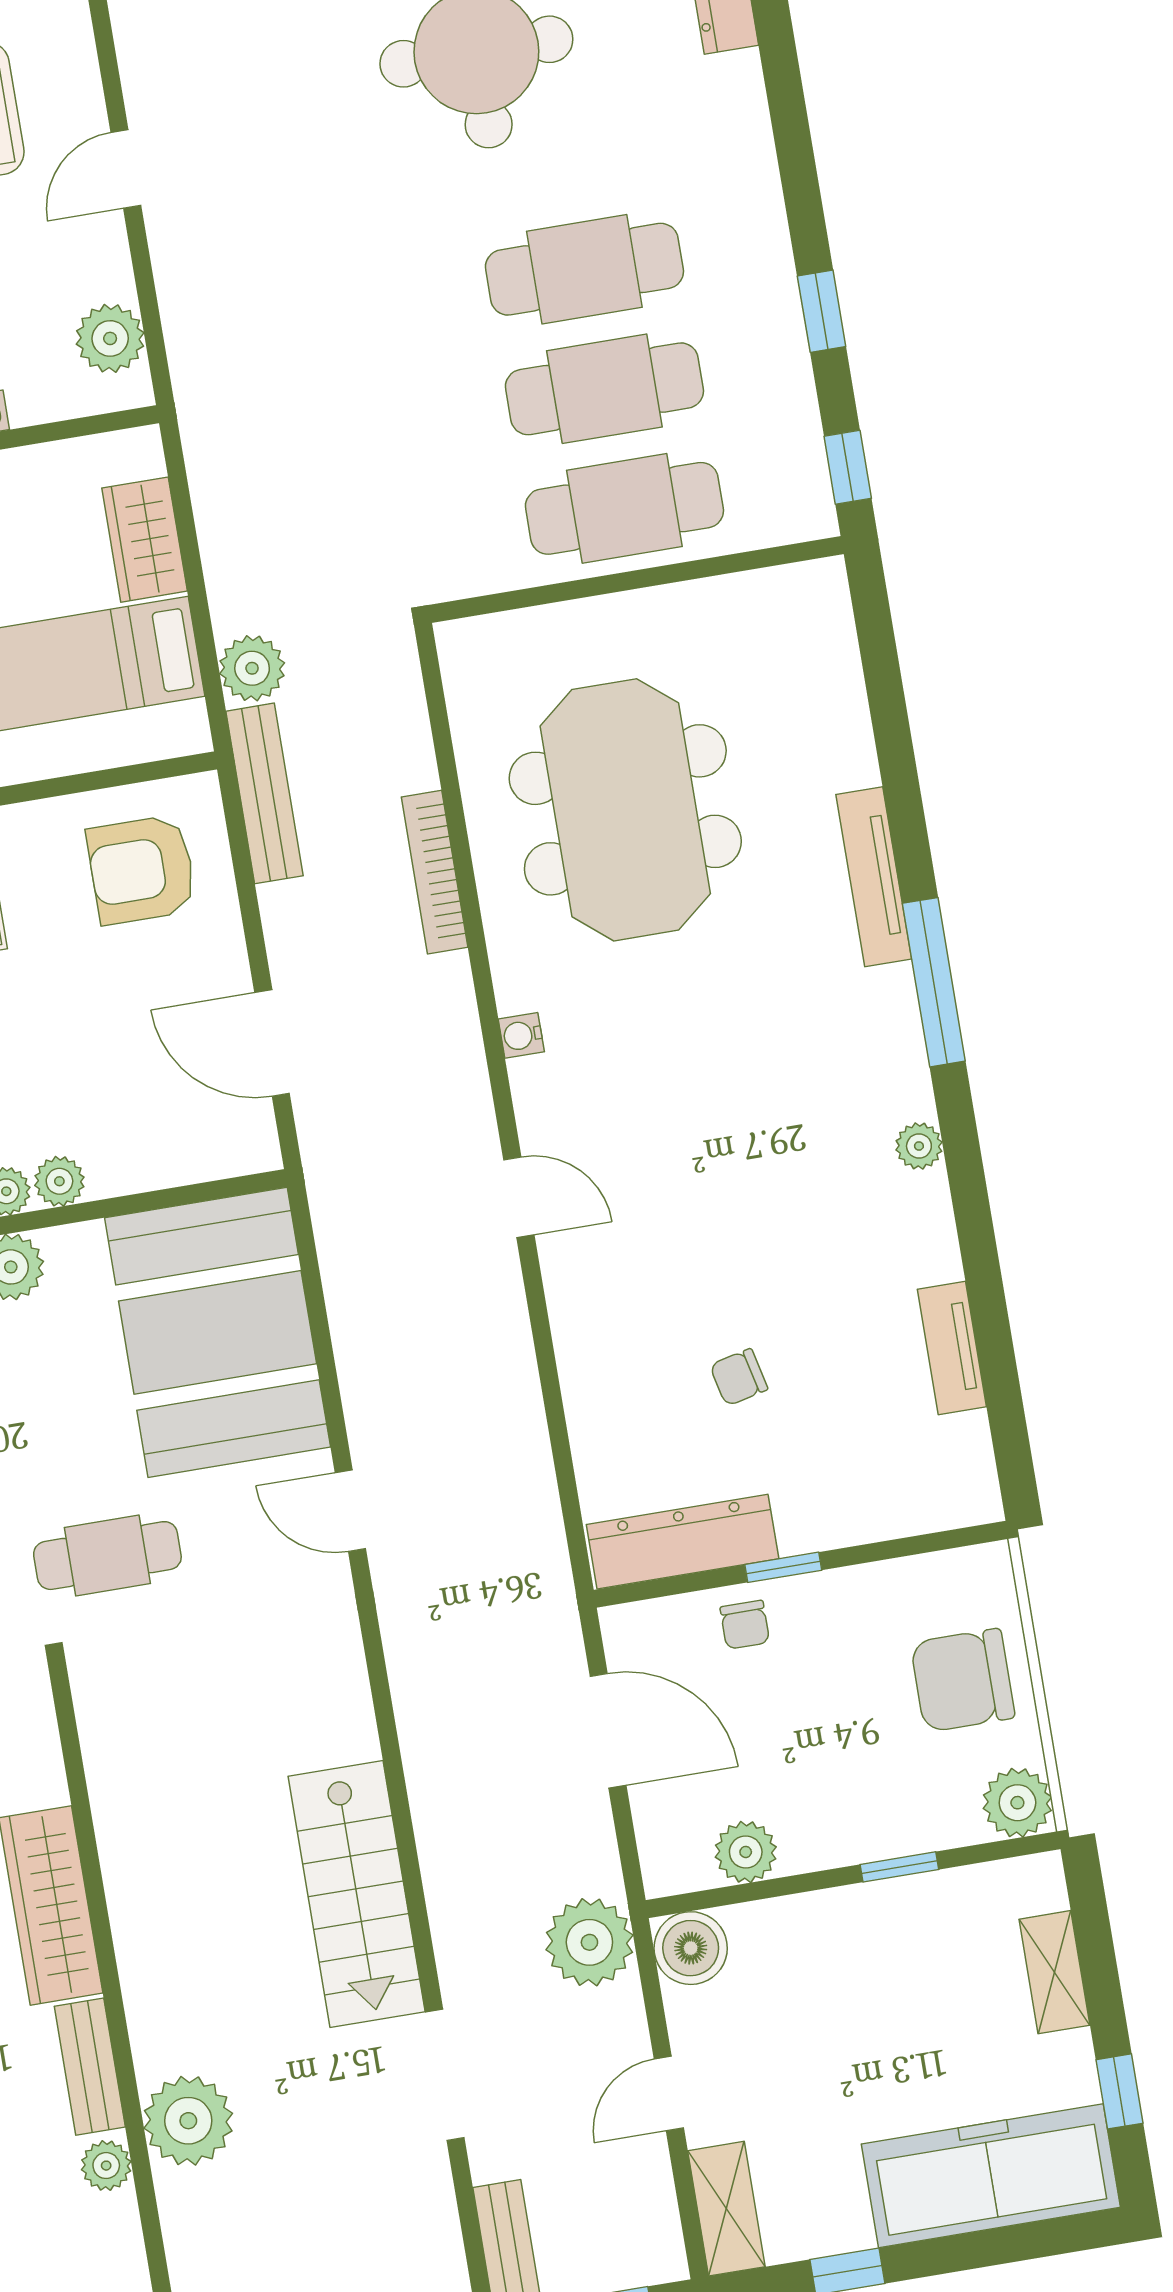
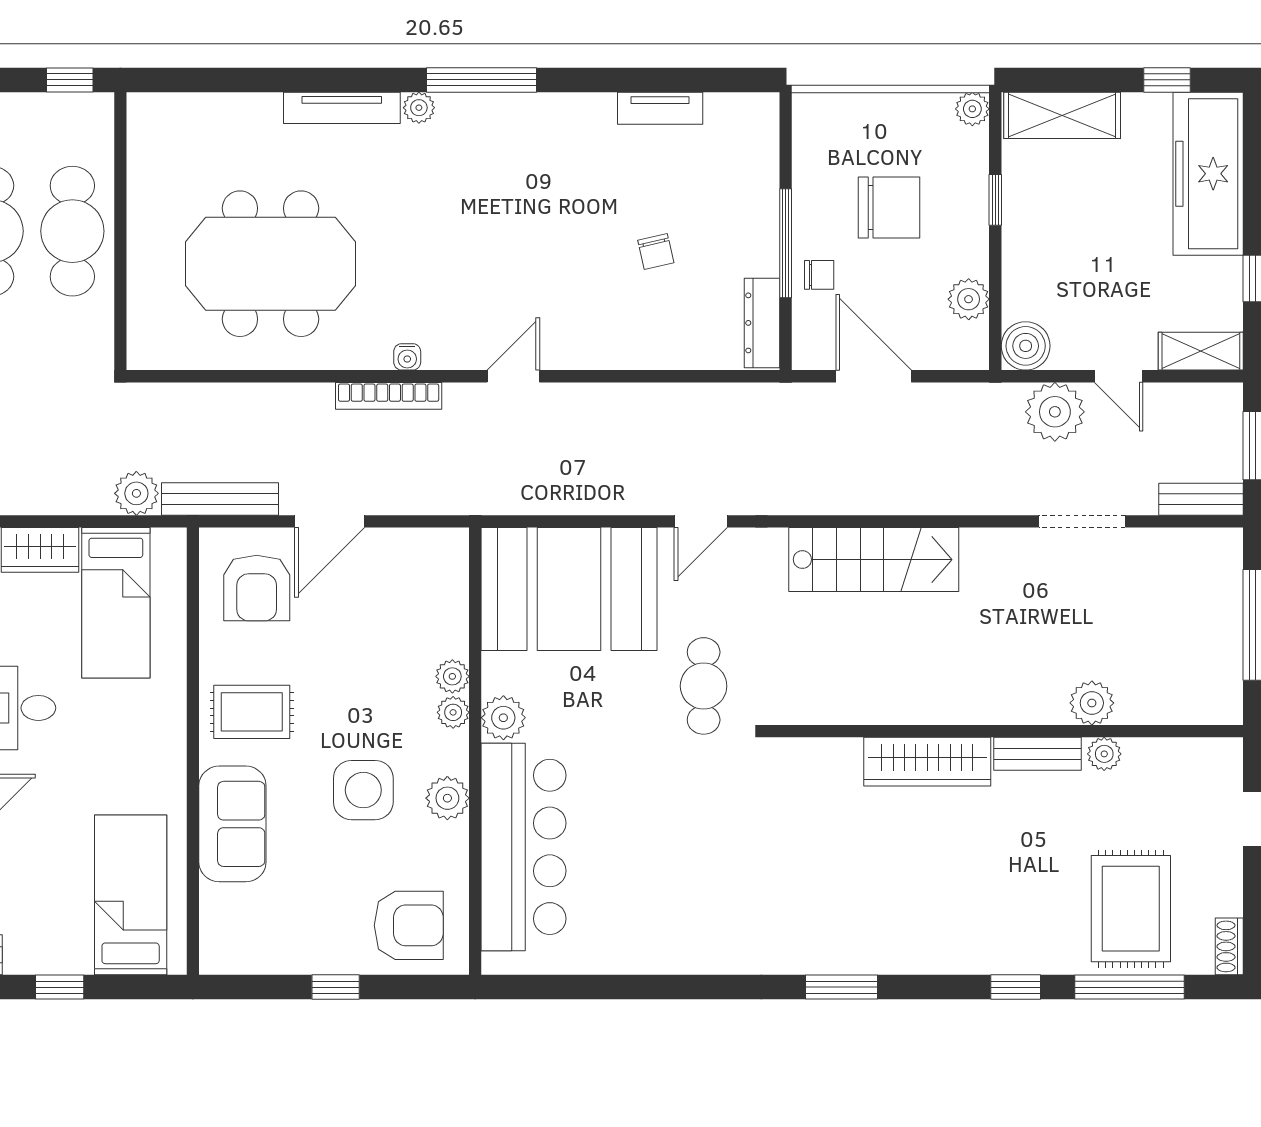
bookcase: (435, 872) -> (389, 396), moved
window: (934, 982) -> (481, 80), moved
door: (272, 1043) -> (330, 521), moved
plant: (919, 1146) -> (419, 108), moved
dresser: (683, 1542) -> (762, 323), width x0.73, depth x0.80
window: (783, 1567) -> (786, 243), width x2.17
chair: (963, 1680) -> (889, 208), moved, turned -90
door: (608, 1731) -> (874, 376), hinge flipped
plant: (1017, 1803) -> (972, 109), width x0.73, depth x0.73
stairs: (357, 1894) -> (874, 560), moved
plant: (589, 1942) -> (1055, 412), moved
shelving: (1054, 1972) -> (1062, 115), width x1.50, depth x1.33
plant: (188, 2121) -> (1092, 703), width x0.73, depth x0.73

